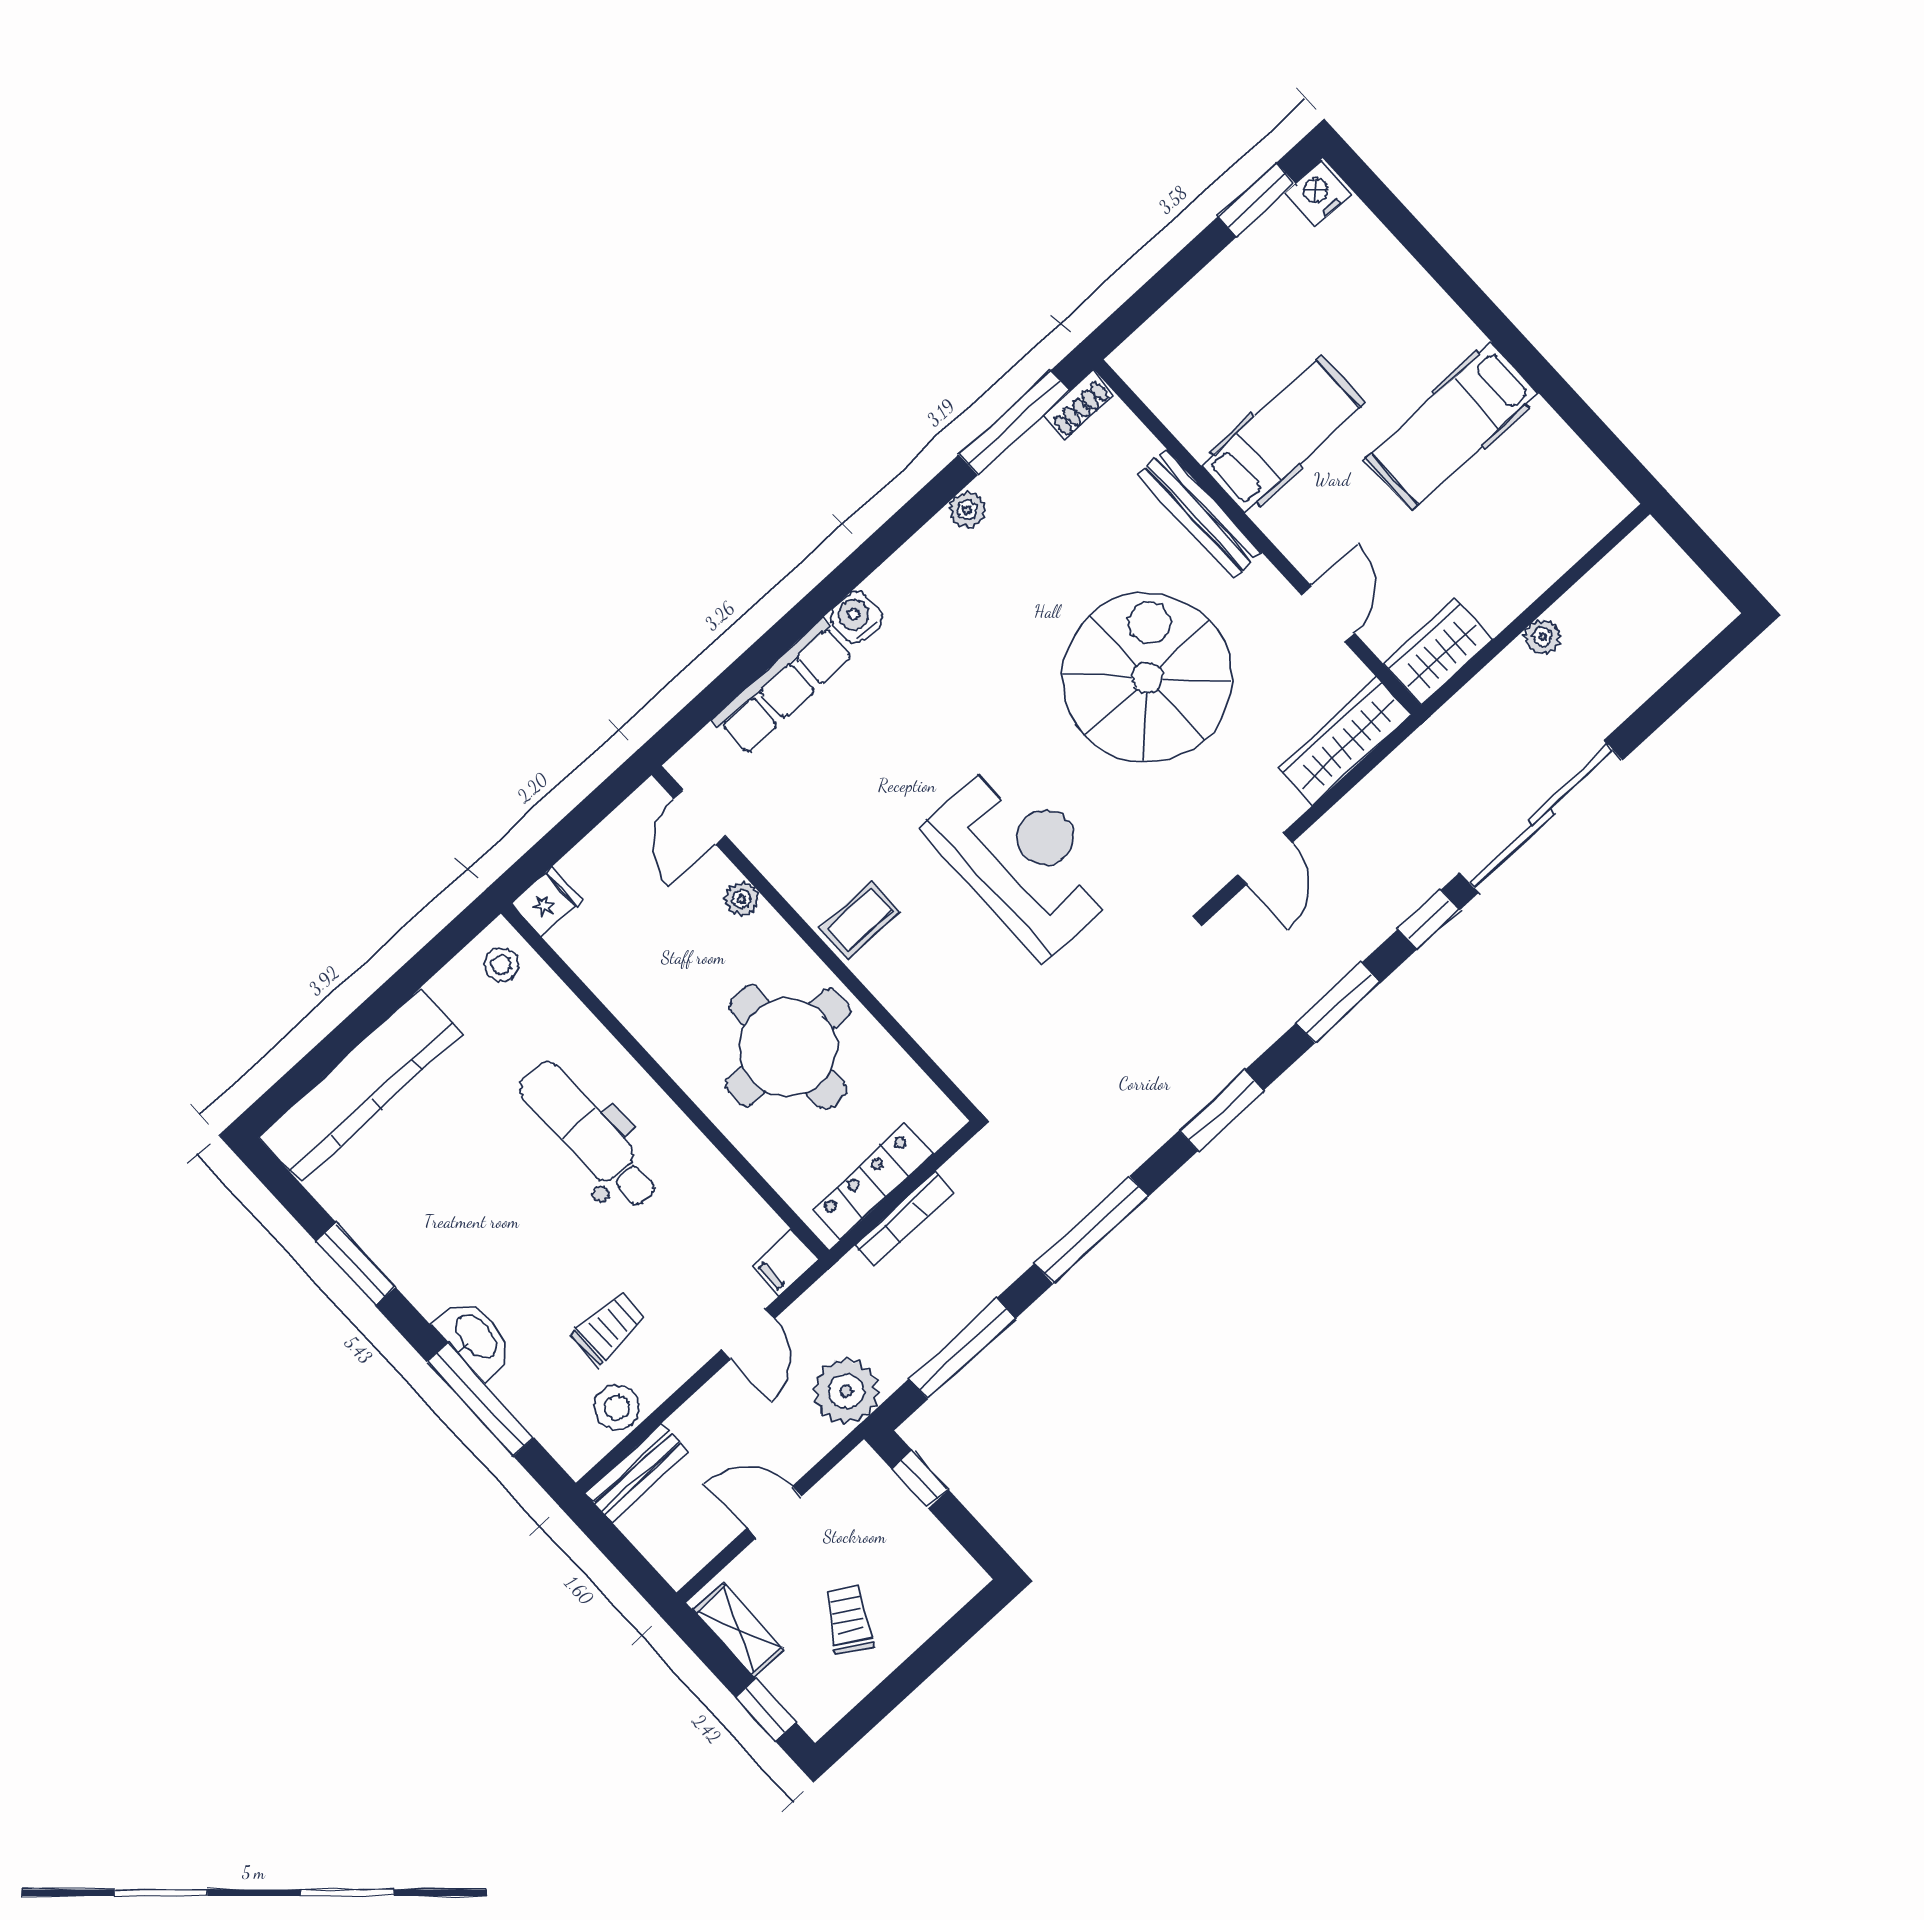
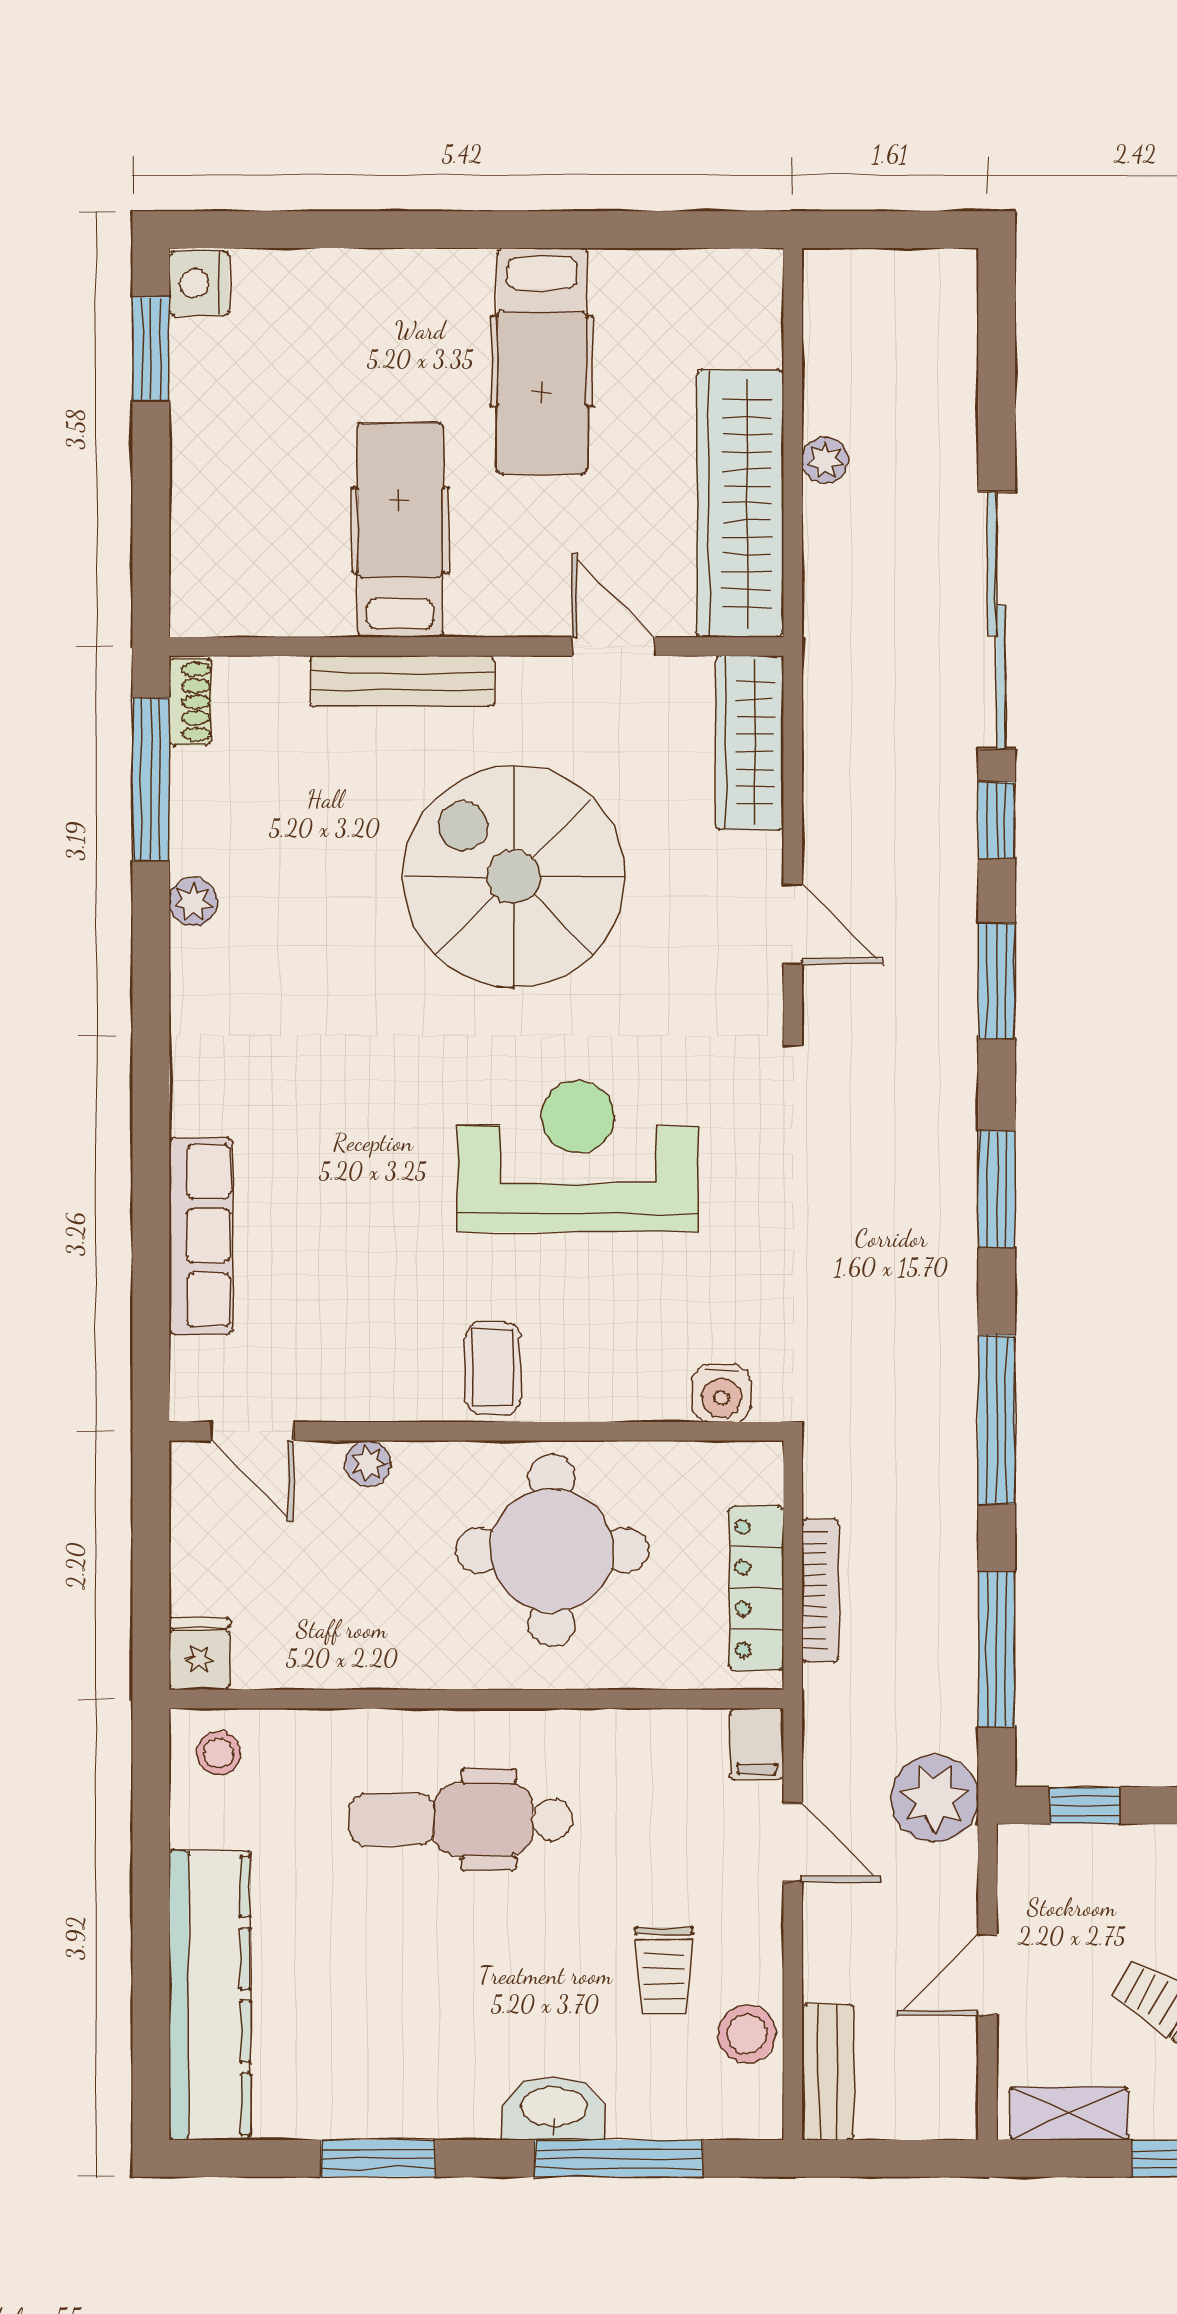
water cooler: (856, 617) -> (722, 1393), moved, turned -90
wardrobe: (1438, 651) -> (740, 503), width x2.10, depth x1.17
trolley: (609, 1328) -> (664, 1971), turned 180

